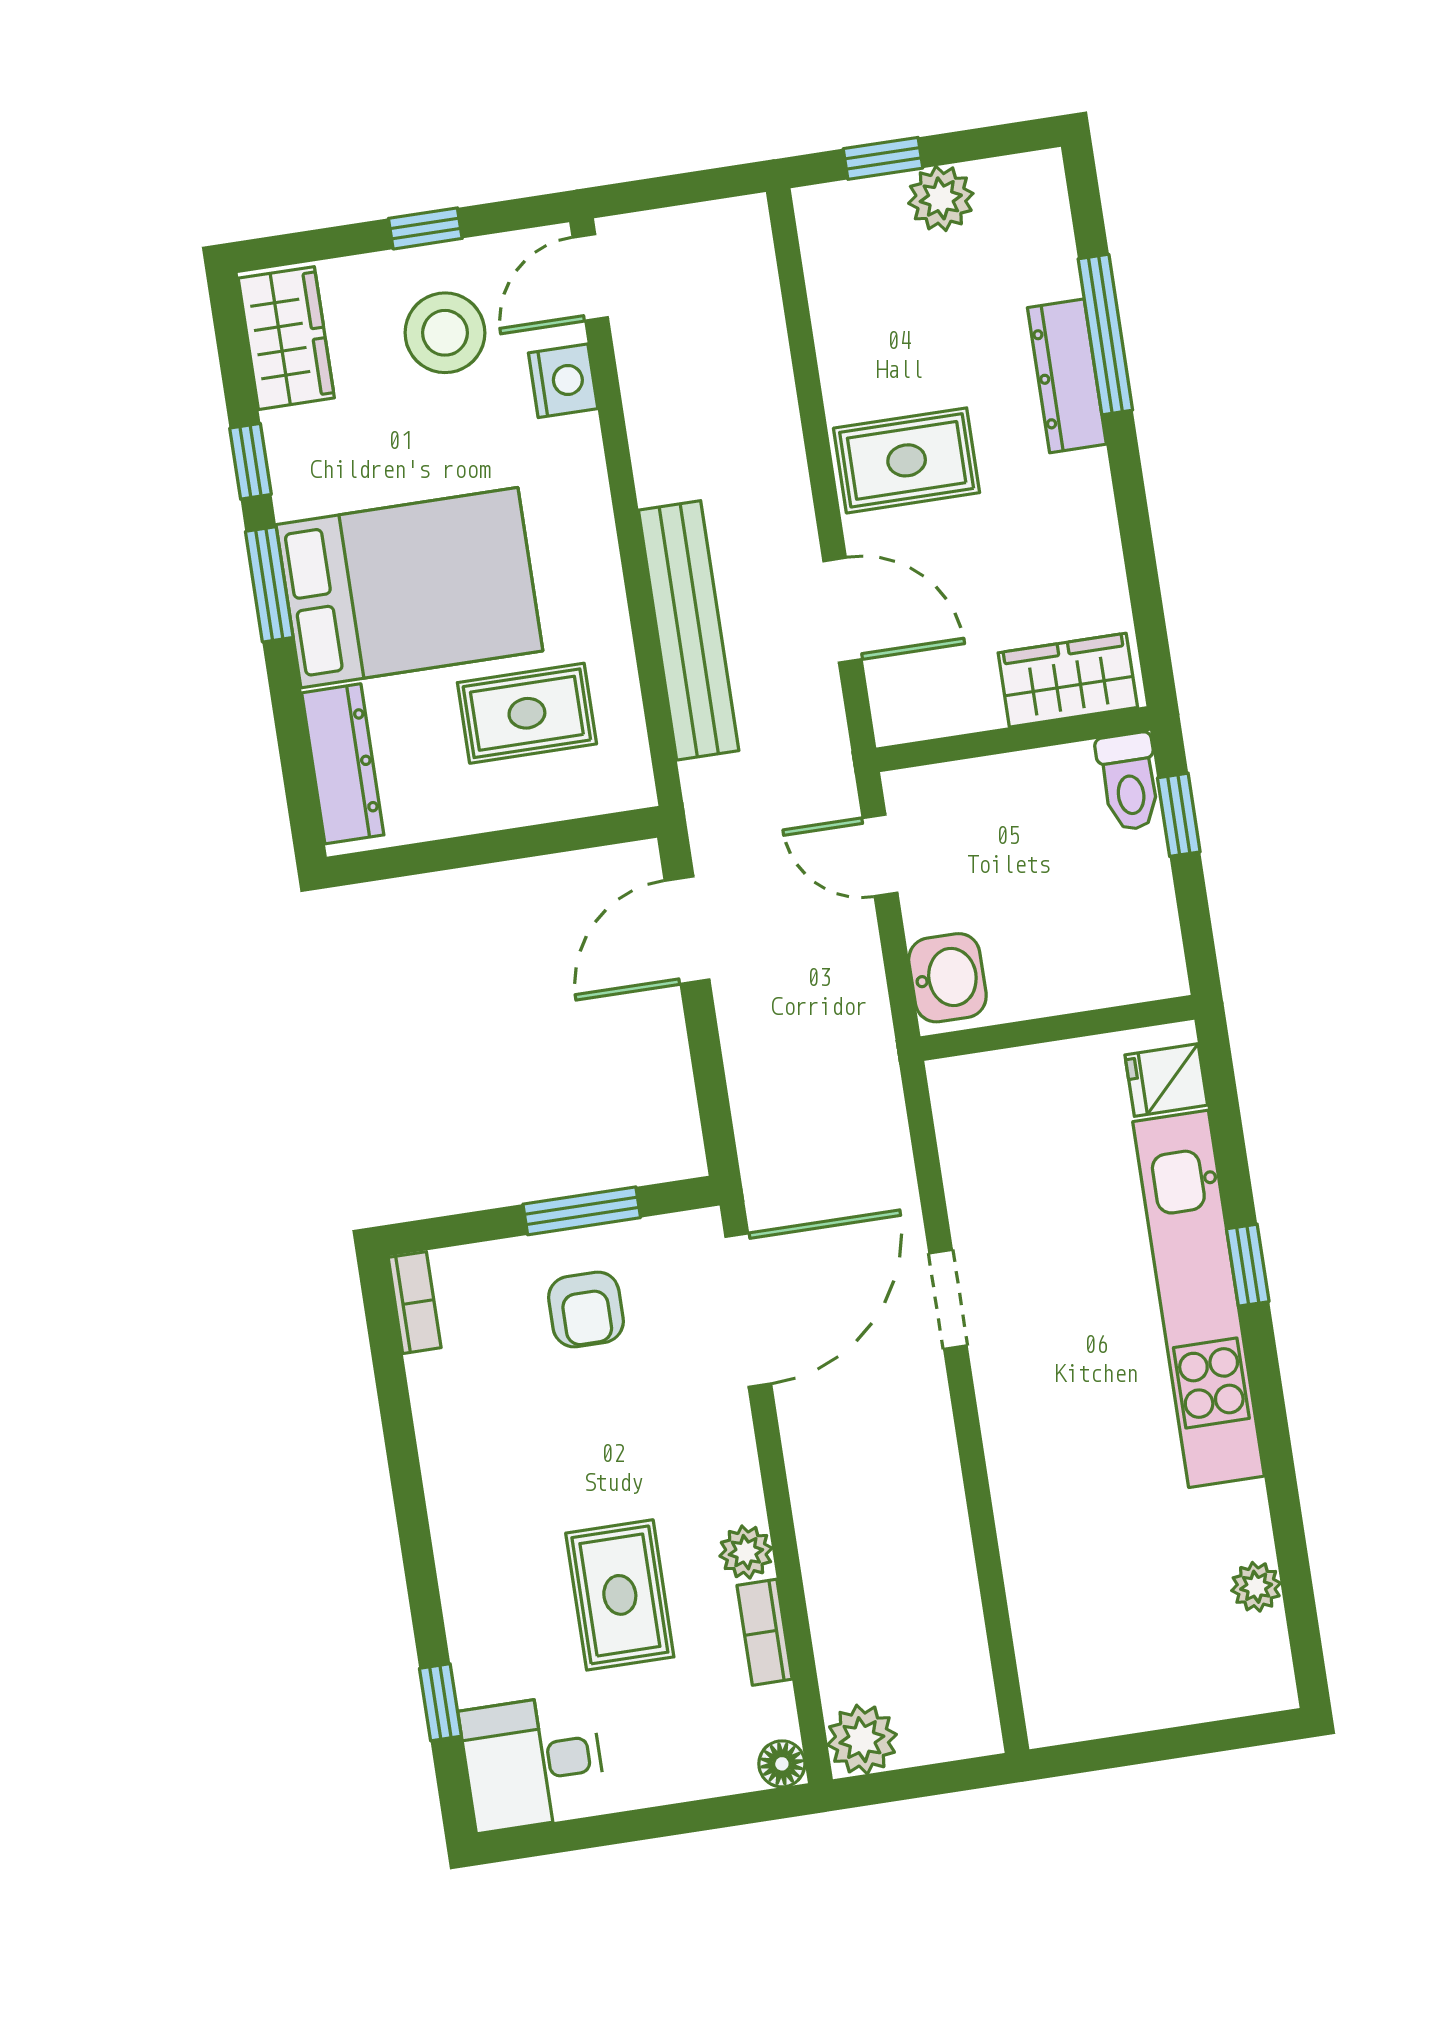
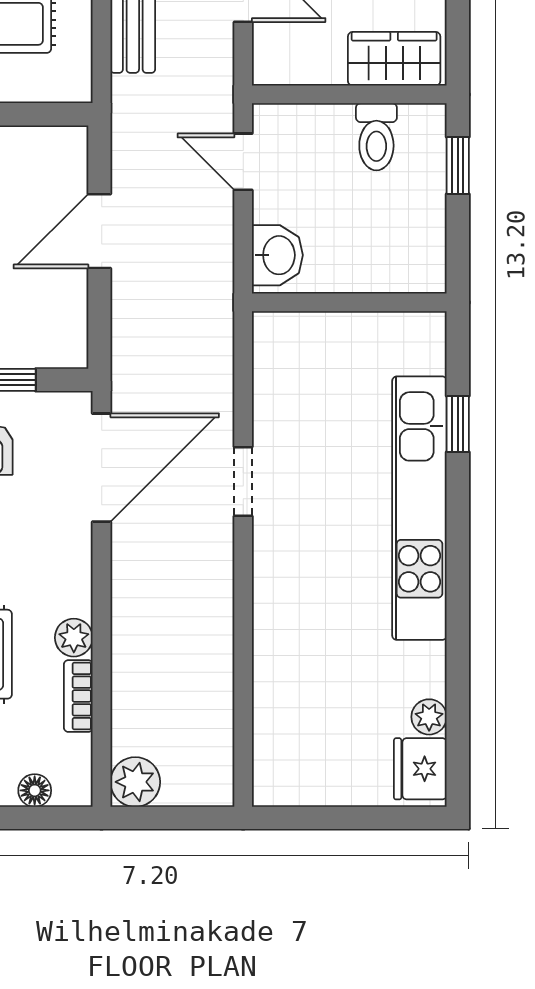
toilet: (1129, 782) -> (376, 137), moved
door: (687, 930) -> (99, 231), moved
fridge: (1166, 1080) -> (420, 769), moved, width x1.38
window: (1248, 1265) -> (458, 424), moved
floor lamp: (782, 1764) -> (35, 790), moved

